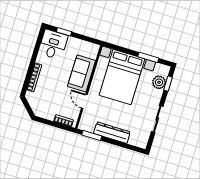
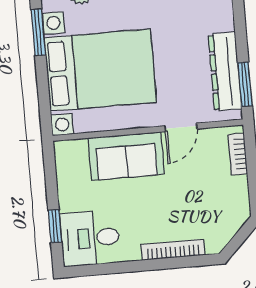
dresser: (112, 133) -> (225, 72), moved

